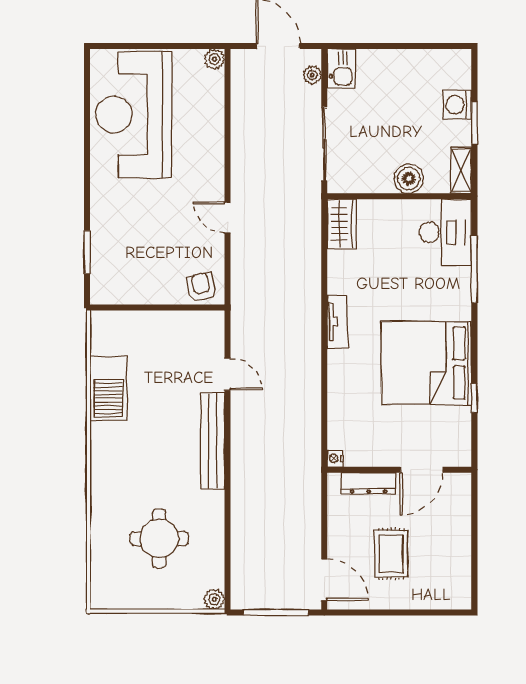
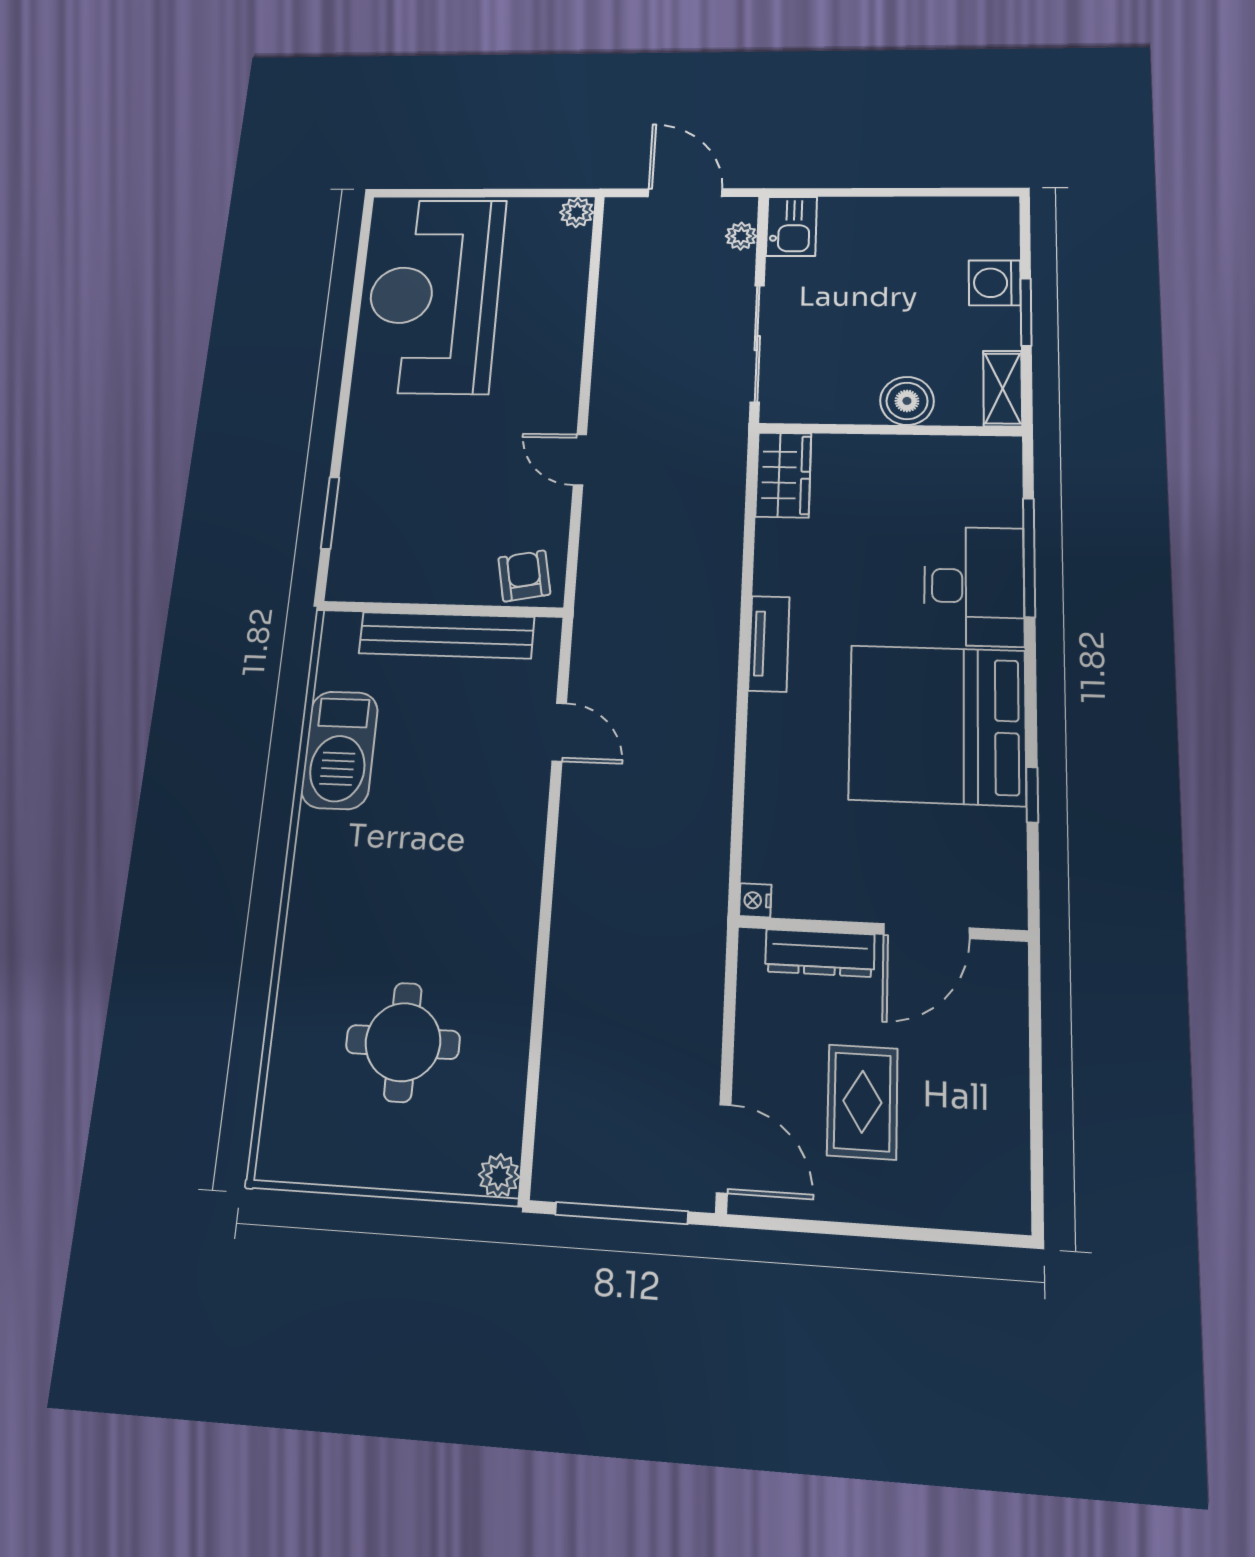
desk: (445, 232) -> (974, 586), moved
bench: (213, 441) -> (446, 635), moved, turned 90

